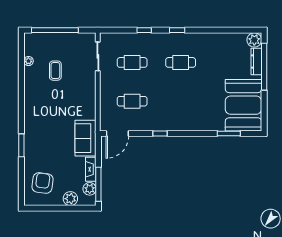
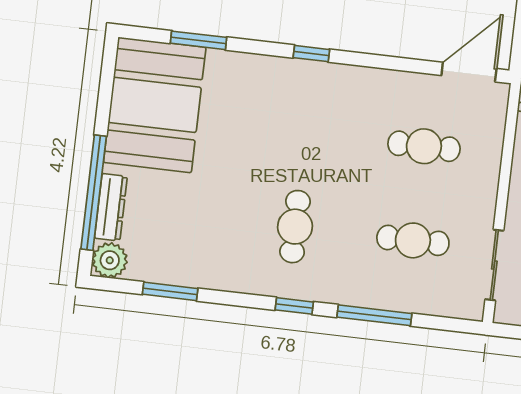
window: (144, 30) -> (374, 315), width x2.17
window: (228, 30) -> (170, 291), added
cafe table: (181, 62) -> (295, 227), turned 90
window: (160, 134) -> (311, 54), moved

